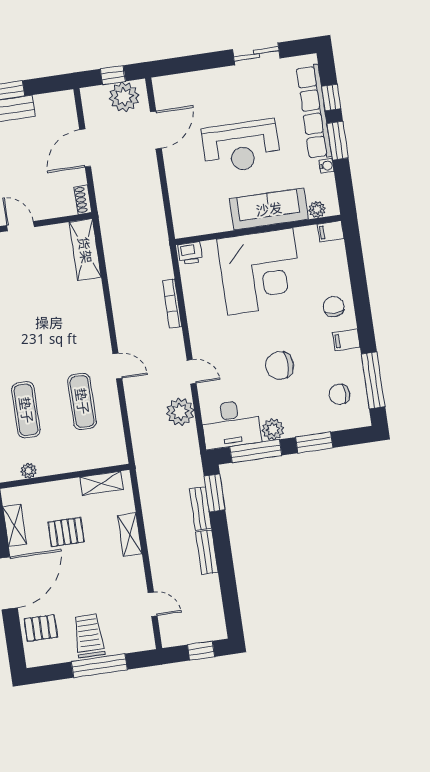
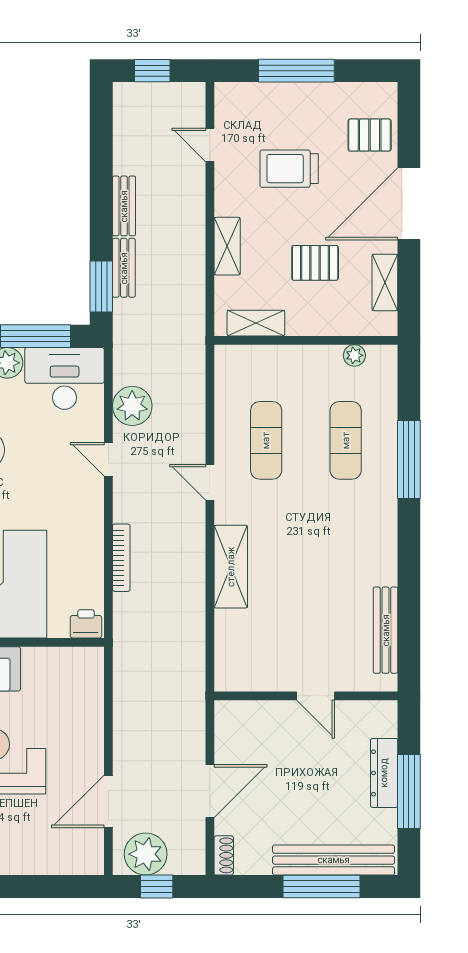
shoe rack: (83, 200) -> (224, 855), moved
shelving: (85, 250) -> (231, 567), moved
trolley: (89, 636) -> (289, 169), moved, turned 90

